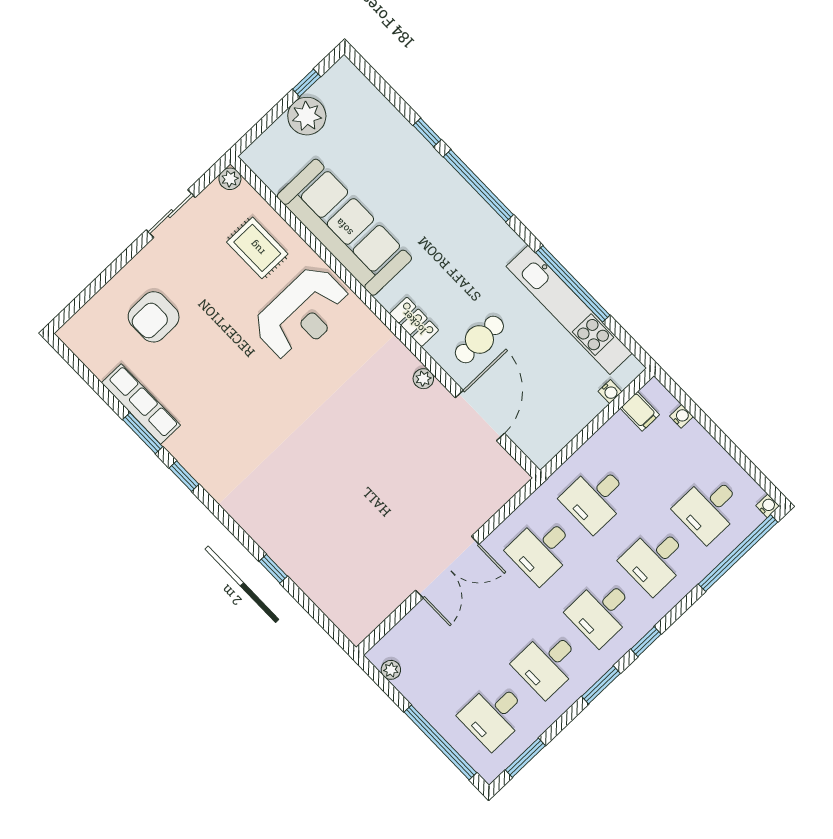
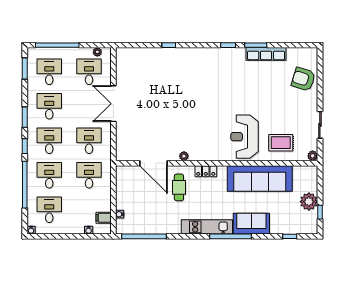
window: (427, 132) -> (290, 236), moved
sofa: (427, 173) -> (251, 224), added
window: (573, 284) -> (144, 236), moved
kitchen unit: (569, 310) -> (207, 227), moved, width x0.73
armchair: (154, 317) -> (303, 79), moved, turned -73
window: (738, 553) -> (25, 185), moved
desk: (434, 653) -> (89, 72), added

